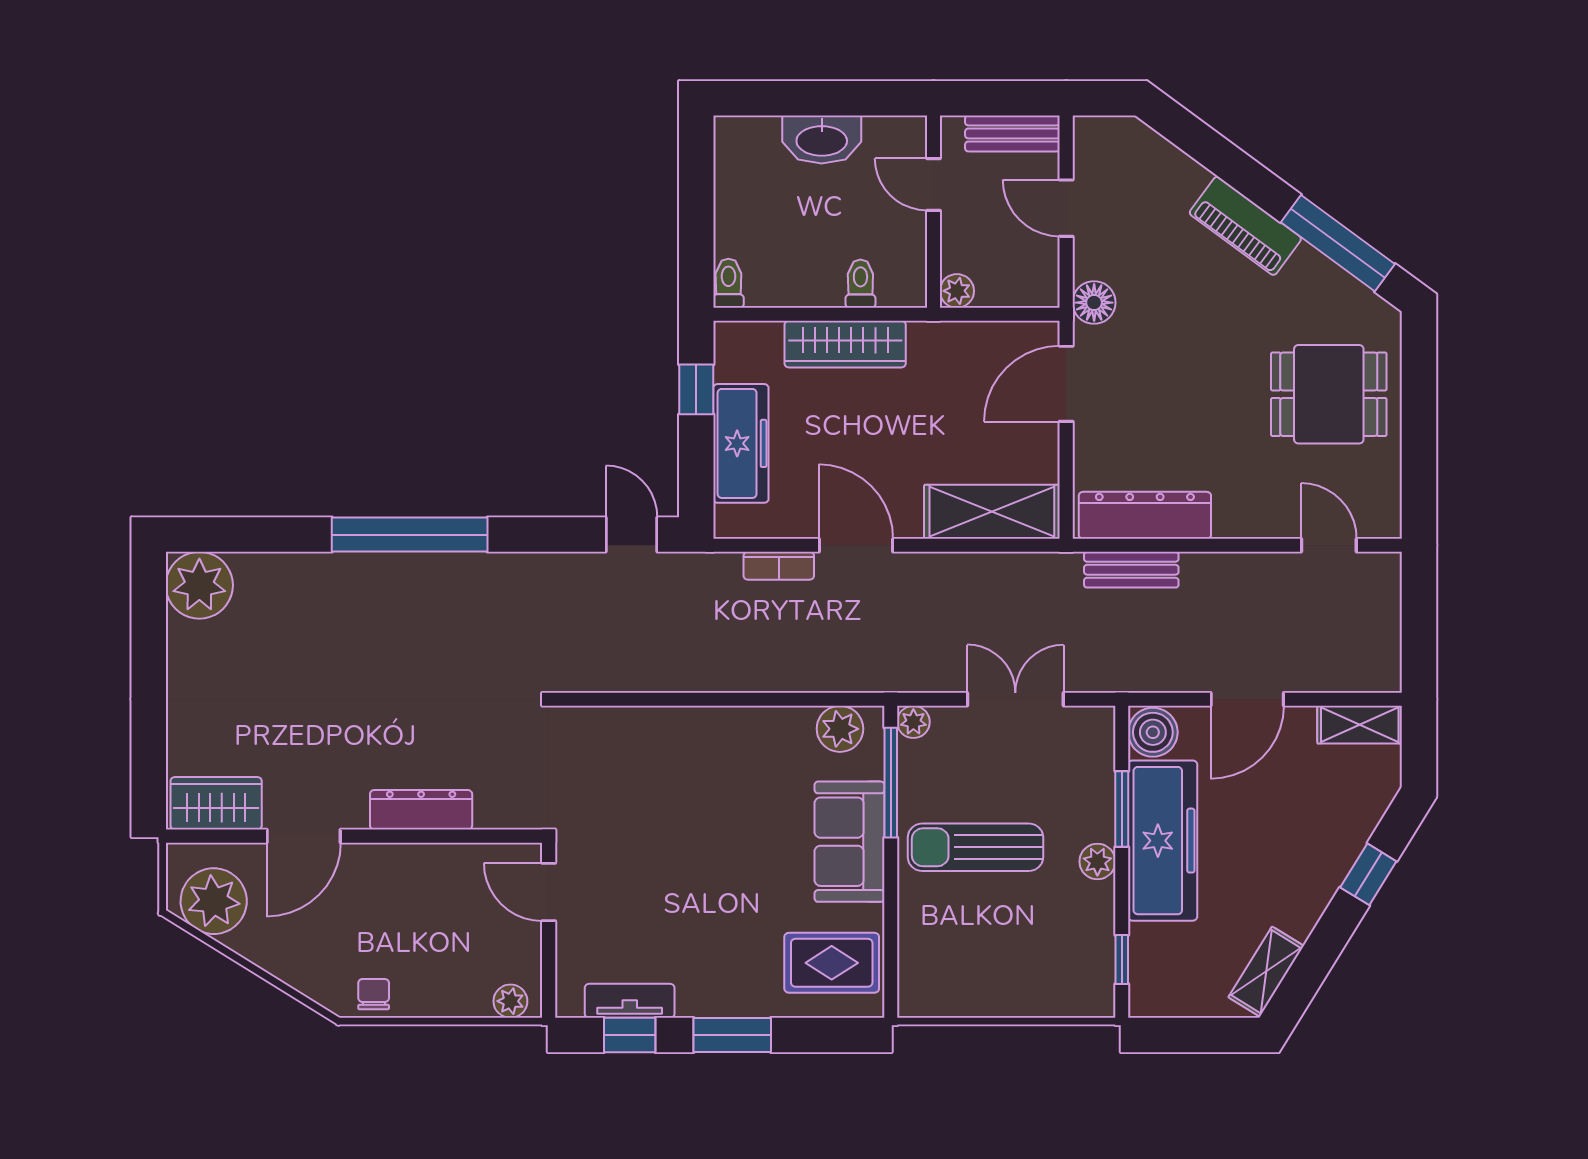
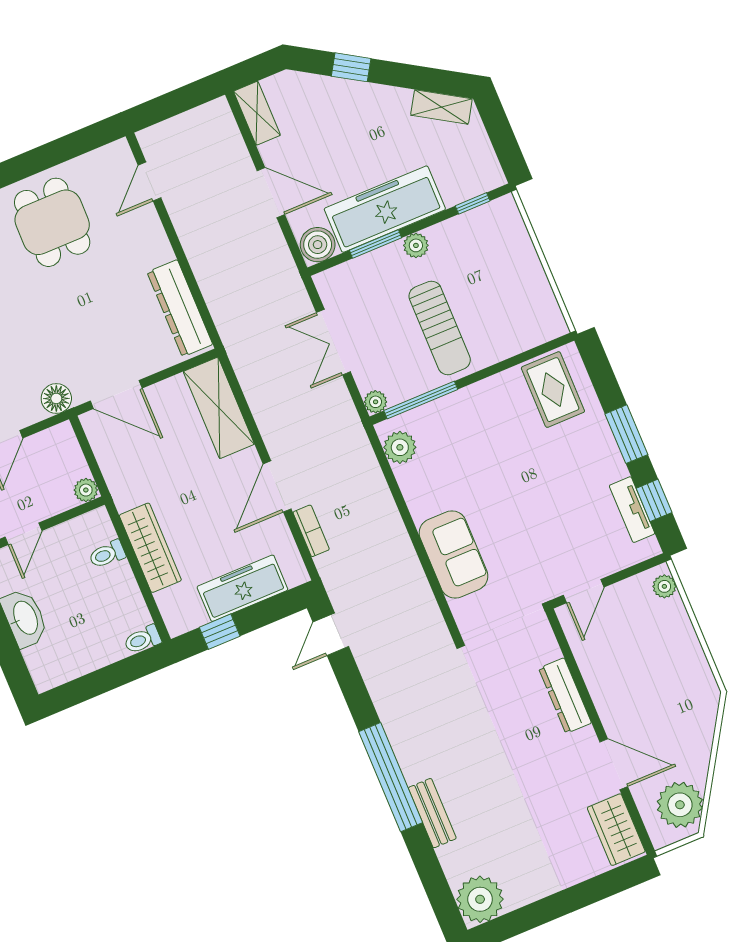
bench: (1131, 570) -> (432, 813), moved
sofa: (850, 842) -> (454, 555), moved, turned -90
chair: (374, 994) -> (697, 677), removed

